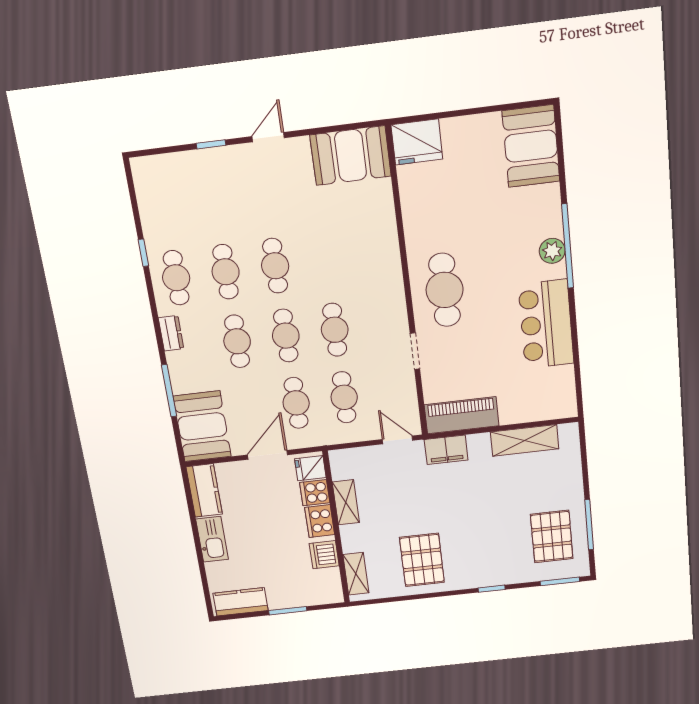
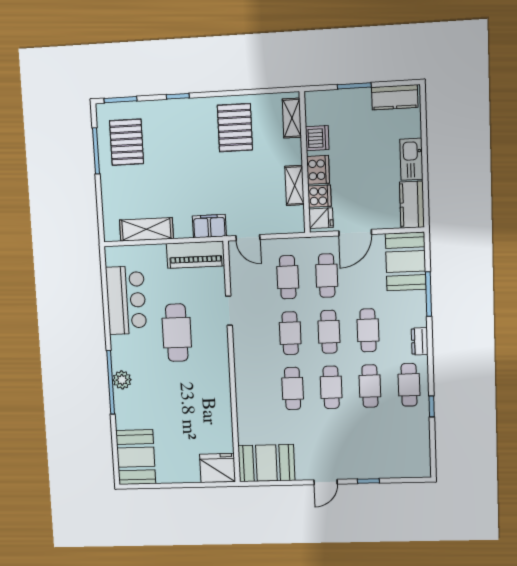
cafe table: (325, 260) -> (293, 388), added
cafe table: (445, 290) -> (177, 333), moved
bar counter: (546, 324) -> (126, 300), moved

